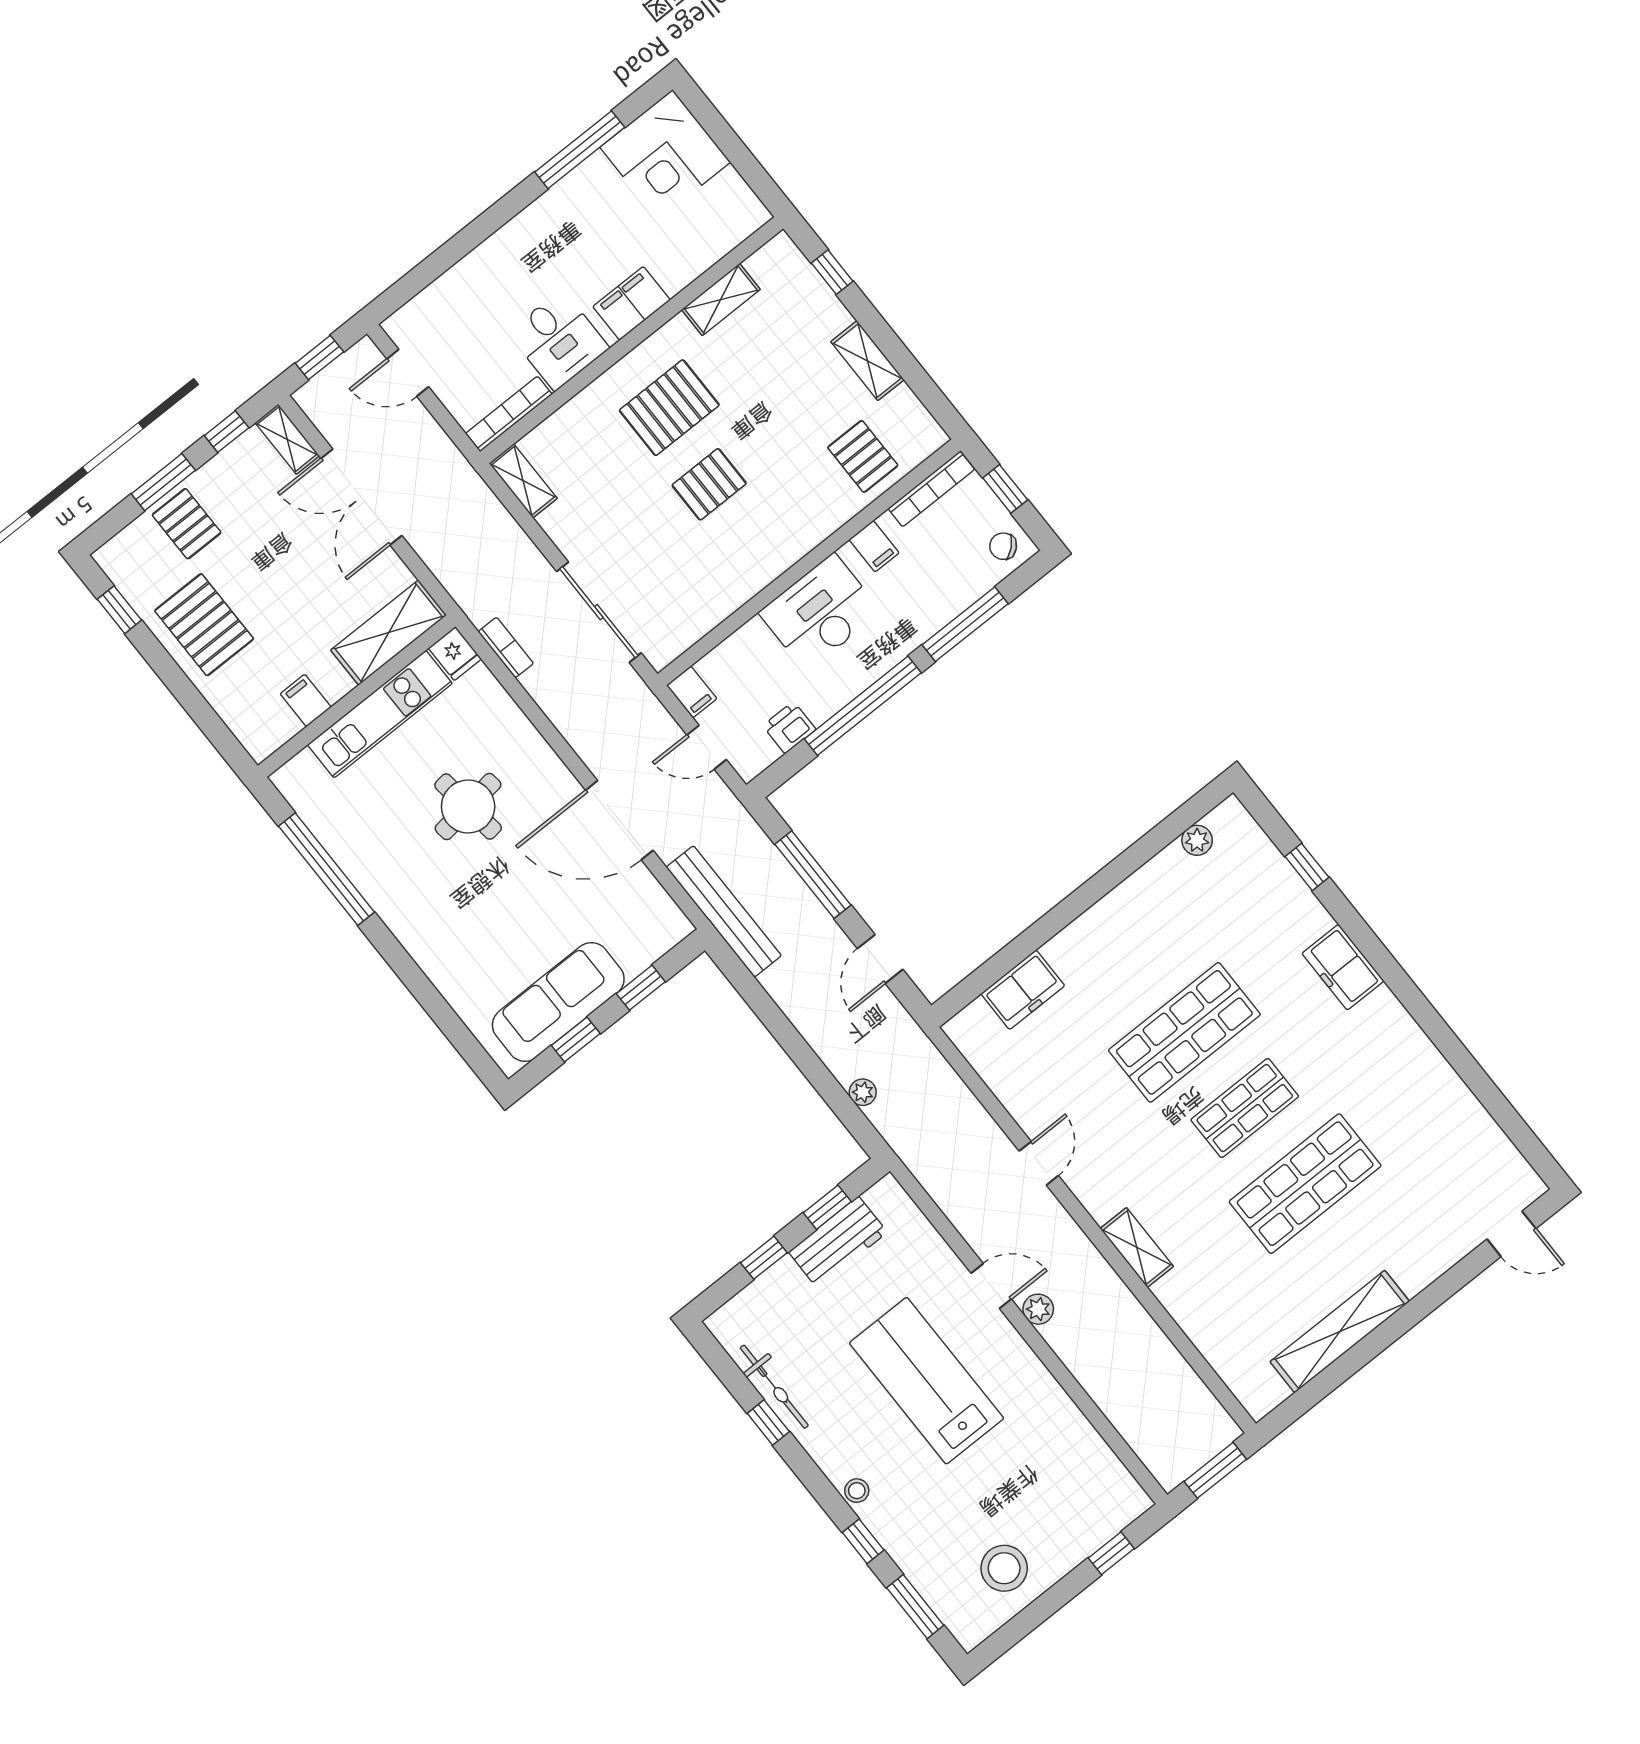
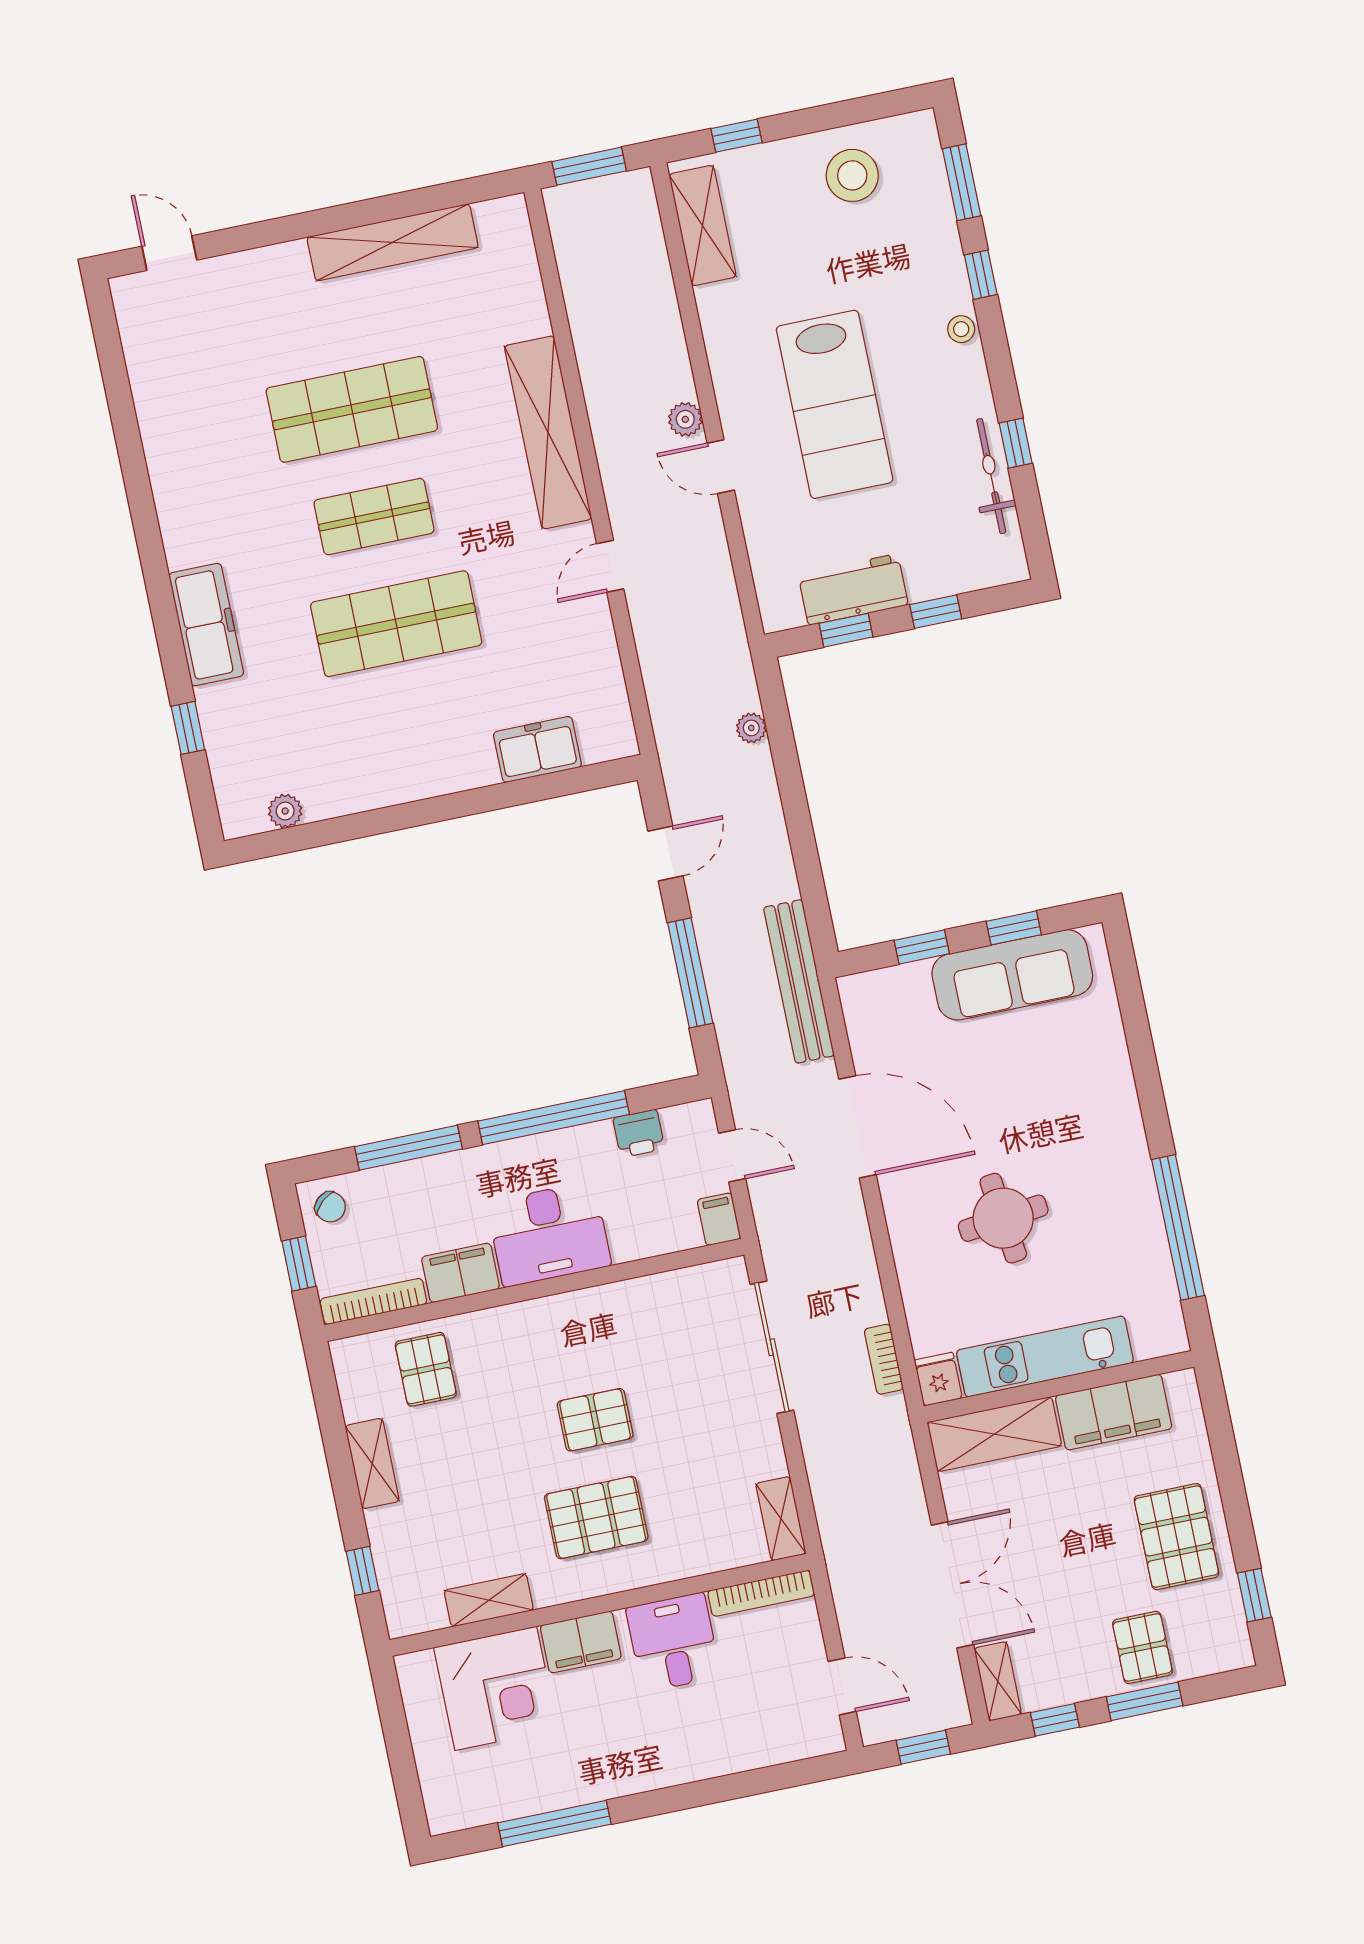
corner desk: (665, 155) -> (496, 1688), moved, turned 90
filing cabinet: (874, 546) -> (460, 1273), width x2.00
filing cabinet: (306, 700) -> (1114, 1412), width x3.00, depth x1.17
freezer: (1343, 967) -> (206, 625), width x1.40
shelving: (1137, 1247) -> (548, 432), width x2.20, depth x1.33
shelving: (1102, 1469) -> (703, 226), added

